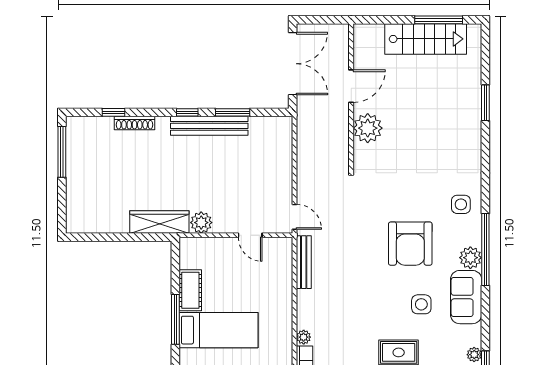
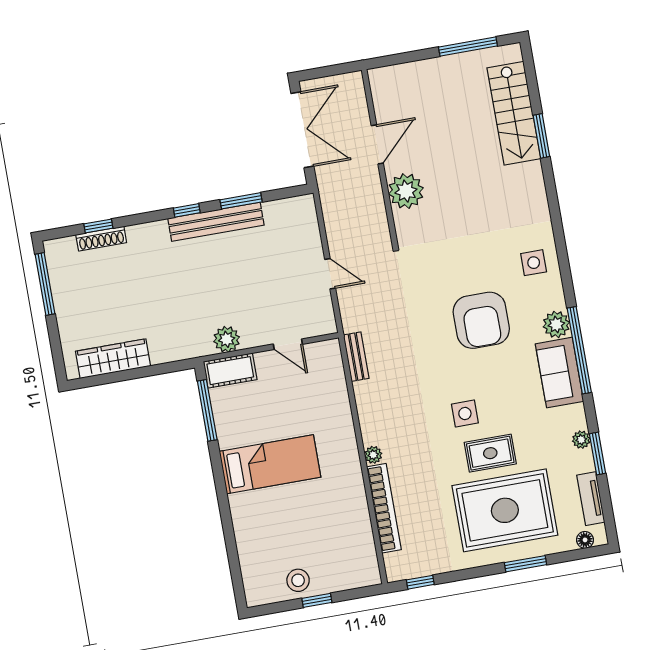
stairs: (426, 39) -> (514, 113), moved, turned 90
shoe rack: (135, 123) -> (101, 239), moved
door: (294, 217) -> (330, 274), moved
wardrobe: (159, 222) -> (113, 359), moved
window: (485, 250) -> (579, 350), moved
bench: (304, 262) -> (356, 357), width x0.73
cot: (190, 290) -> (230, 371), moved, turned 90
side table: (421, 304) -> (465, 413), moved
window: (175, 319) -> (207, 410), moved

